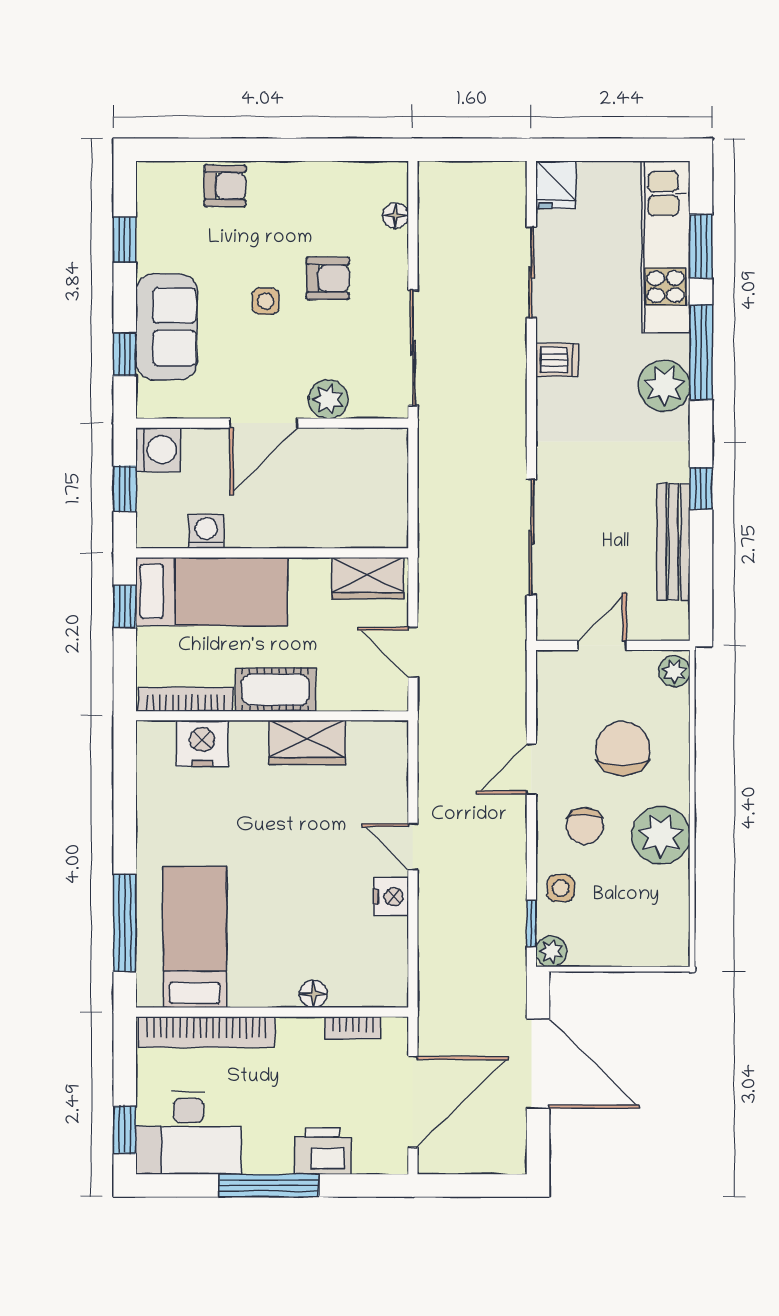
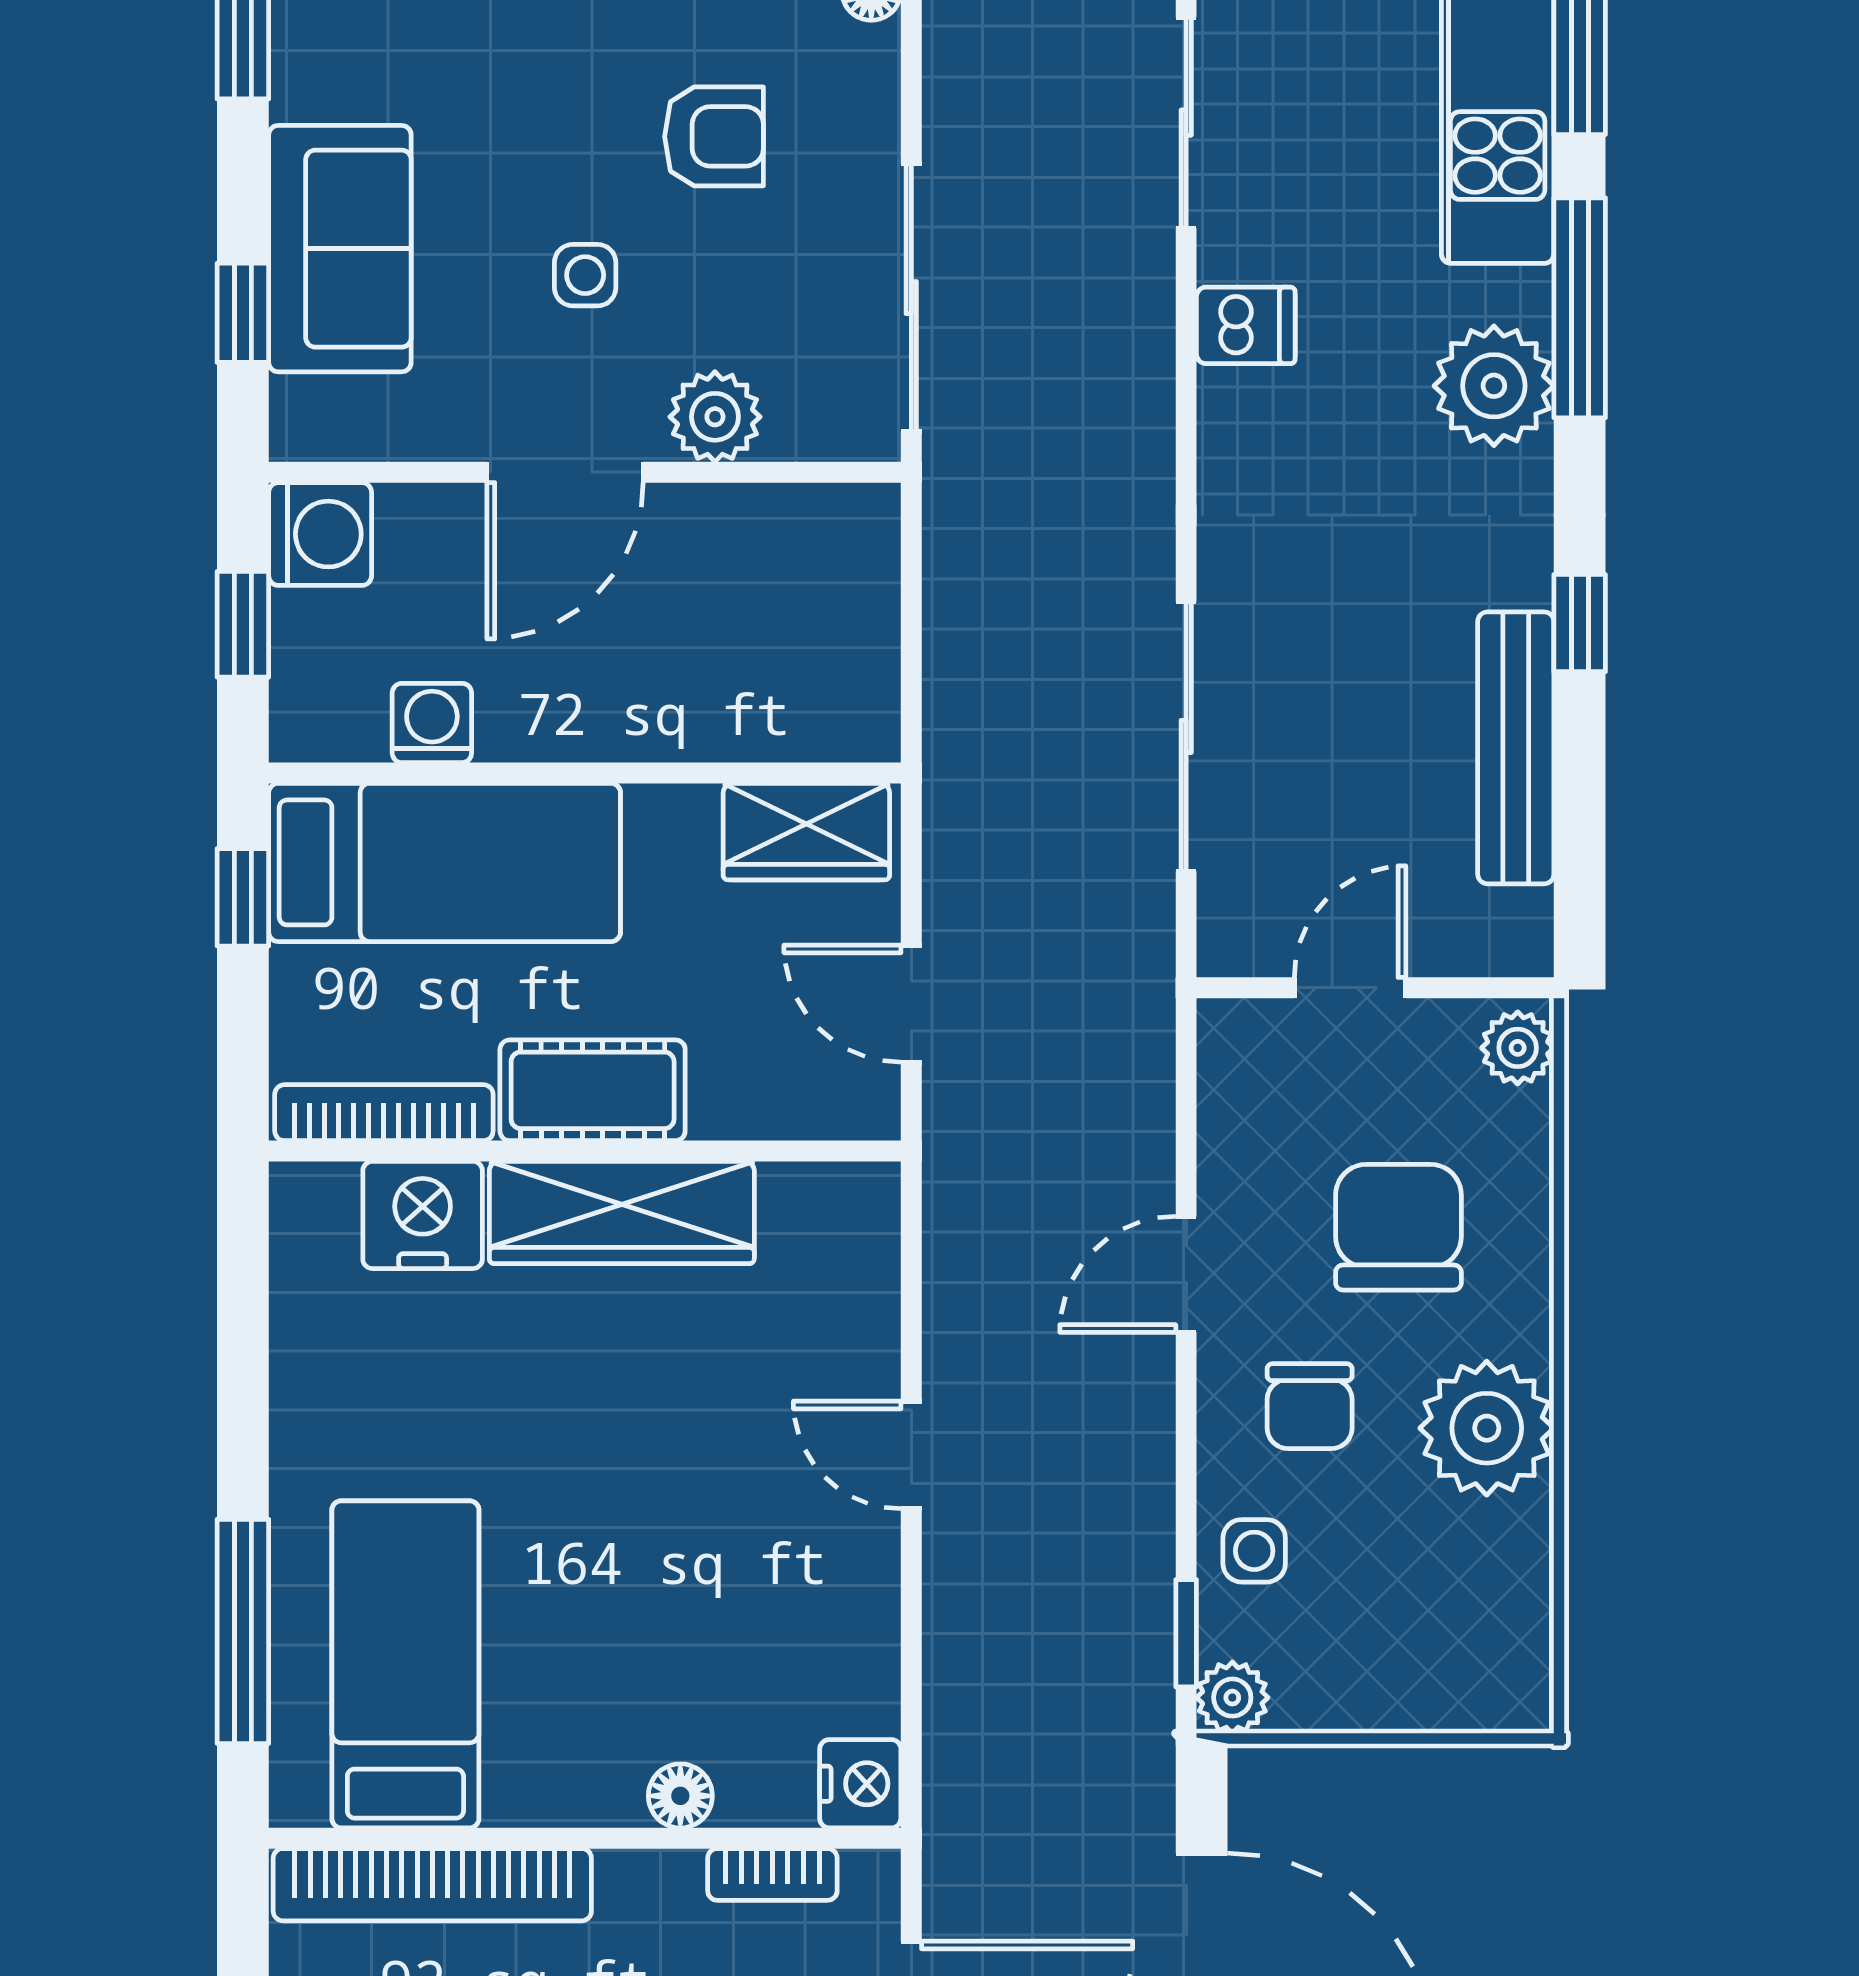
side table: (266, 301) -> (585, 275), moved
wardrobe: (307, 742) -> (622, 1212), width x1.50
nightstand: (391, 897) -> (860, 1784), moved

